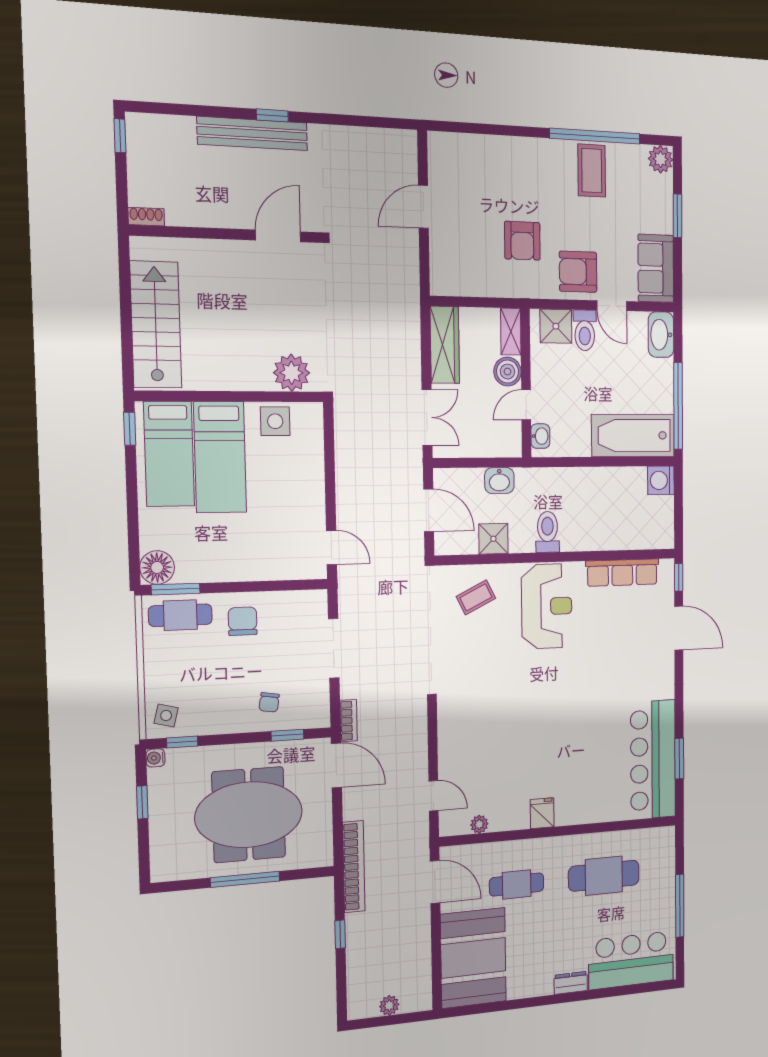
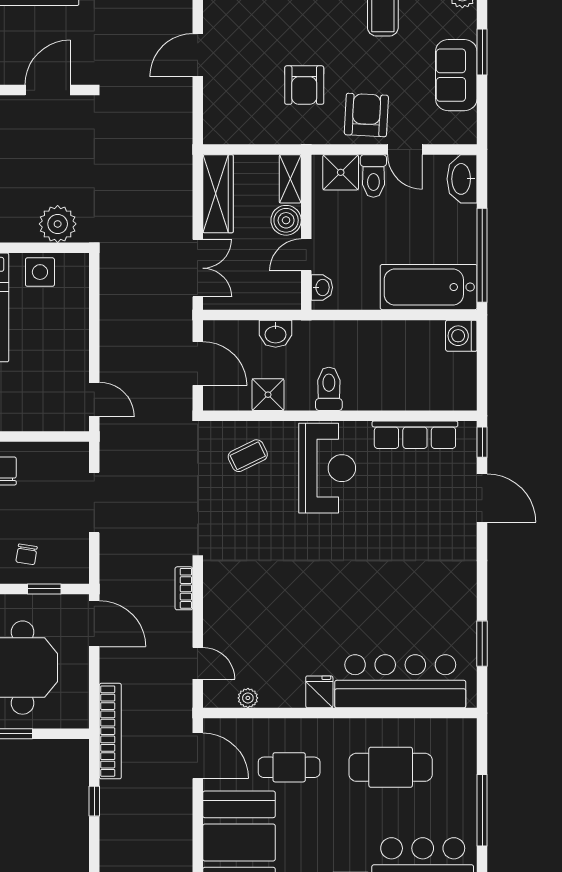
sofa: (656, 268) -> (456, 75), moved
armchair: (578, 272) -> (366, 115), turned 93
bookcase: (349, 721) -> (184, 588), moved, turned 180
bar counter: (653, 760) -> (400, 681), moved, turned 90

